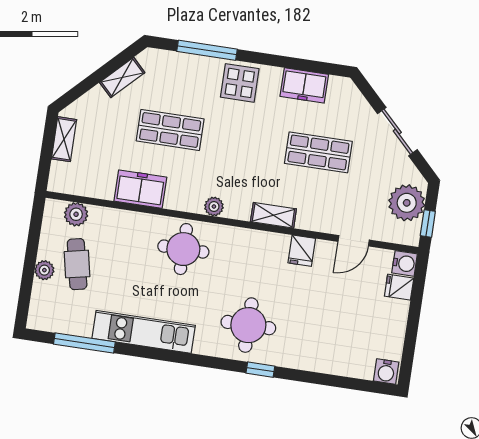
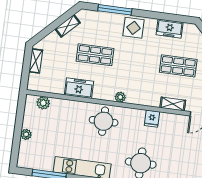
shelving: (273, 215) -> (173, 104), moved
fridge: (302, 251) -> (152, 119), moved
cafe table: (77, 264) -> (44, 131), removed

